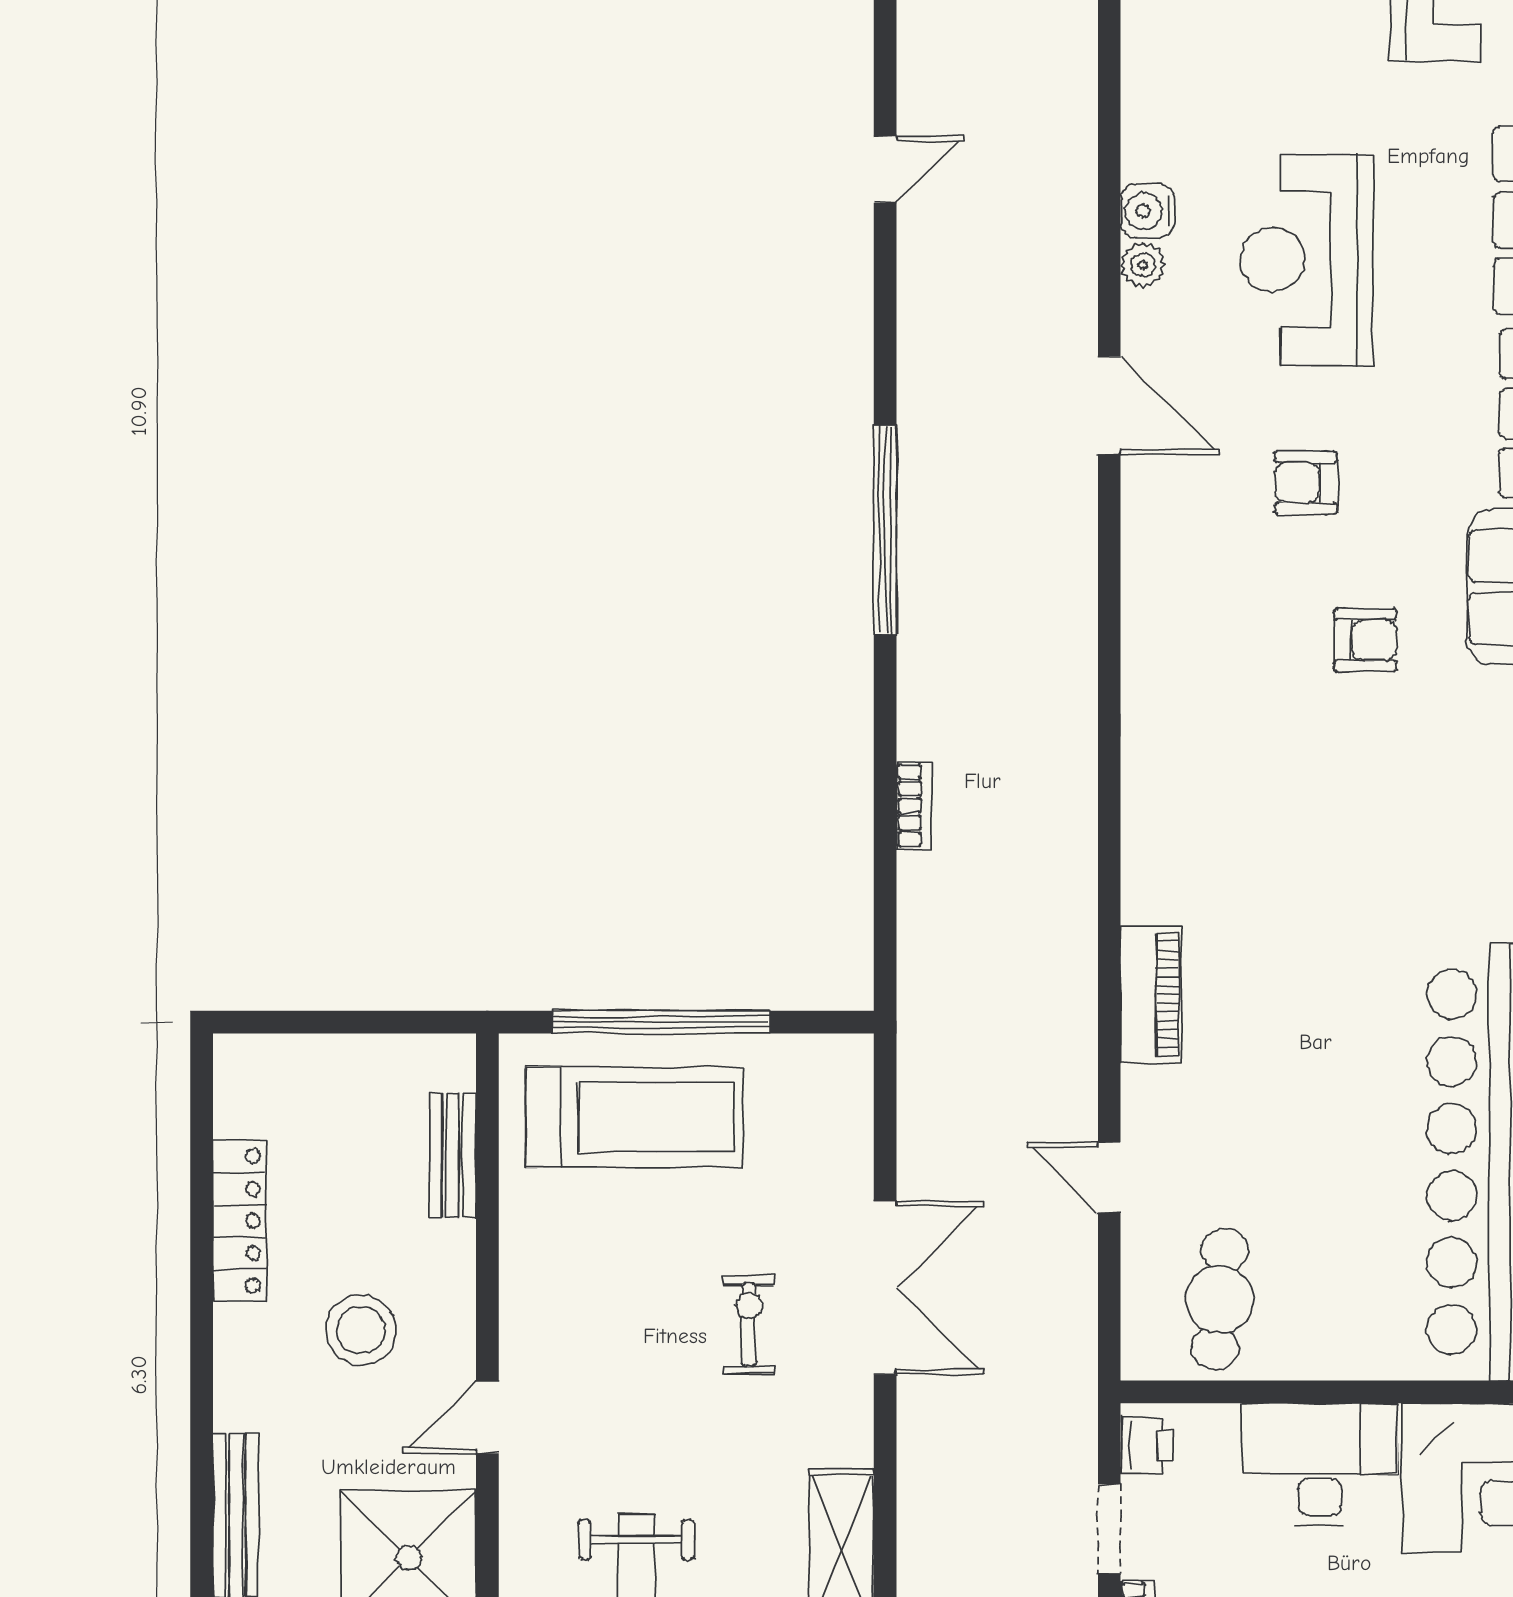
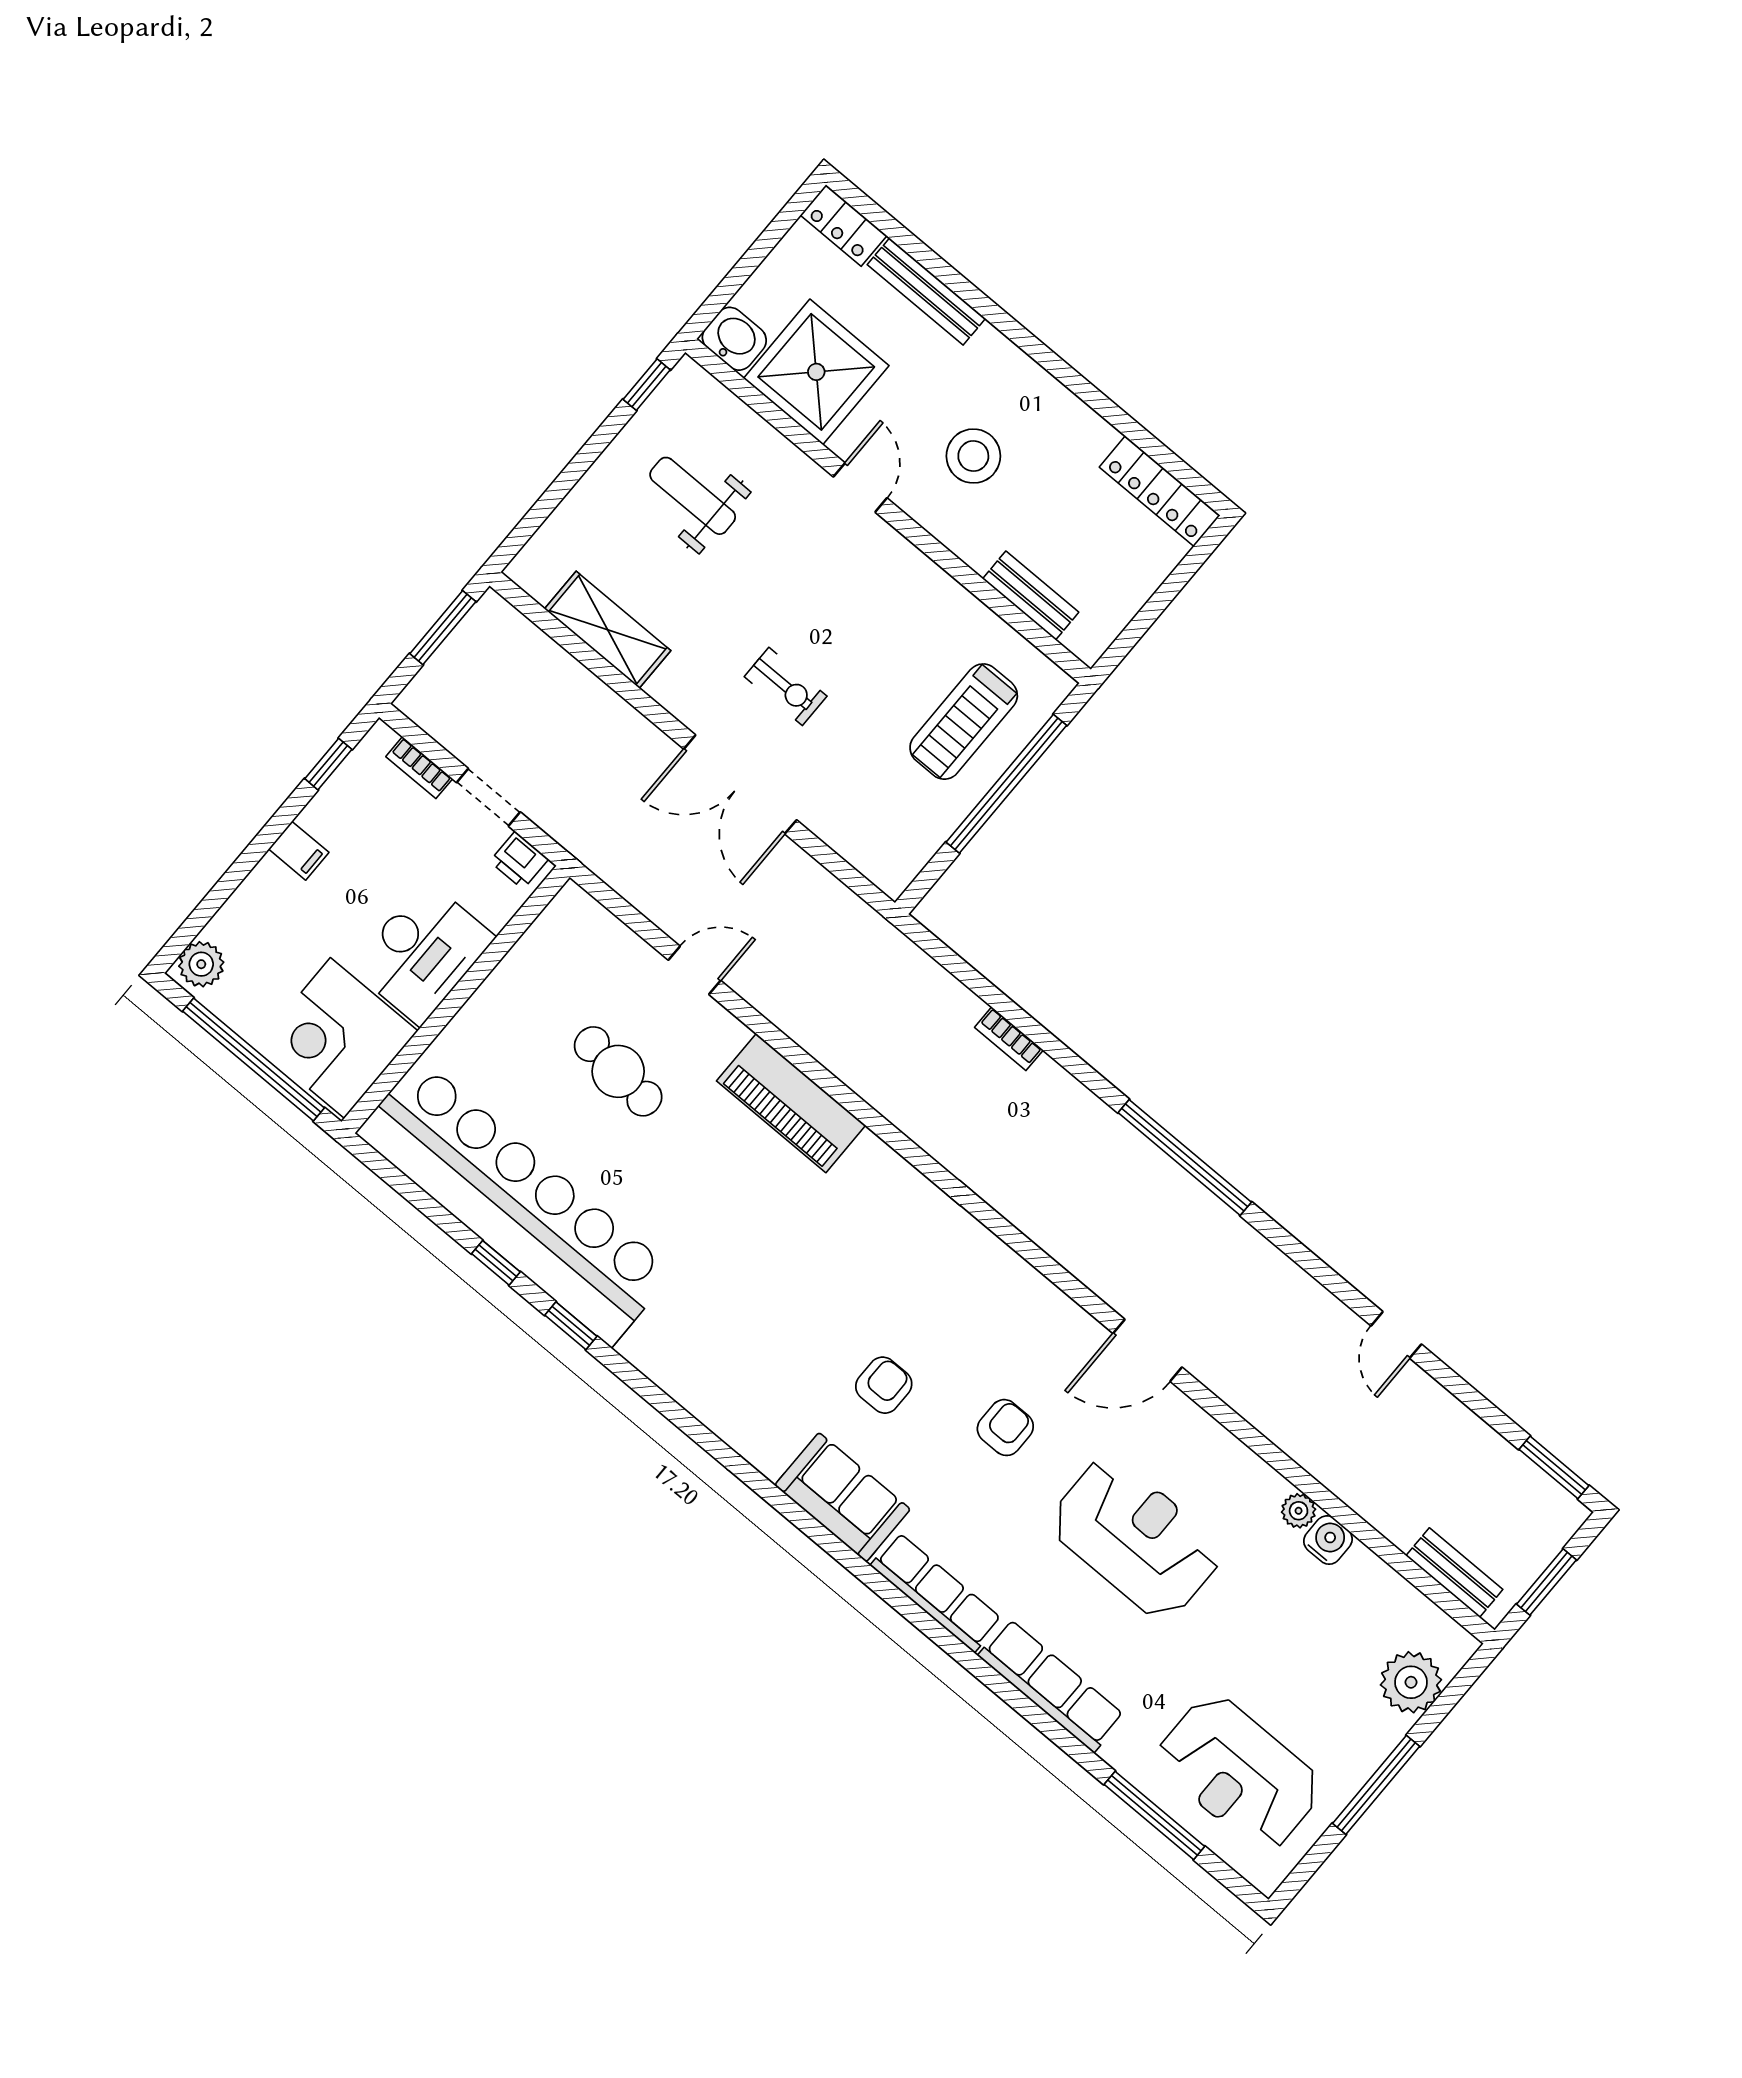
water cooler: (1148, 211) -> (1328, 1540), moved
plant: (1143, 265) -> (1299, 1511), moved
armchair: (1365, 640) -> (884, 1385), turned 180
piano: (1151, 994) -> (791, 1103), width x1.37, depth x1.33
treadmill: (635, 1117) -> (964, 722), width x0.73, depth x0.73
locker: (240, 1221) -> (1160, 491), moved
cafe table: (1220, 1299) -> (618, 1071), moved

